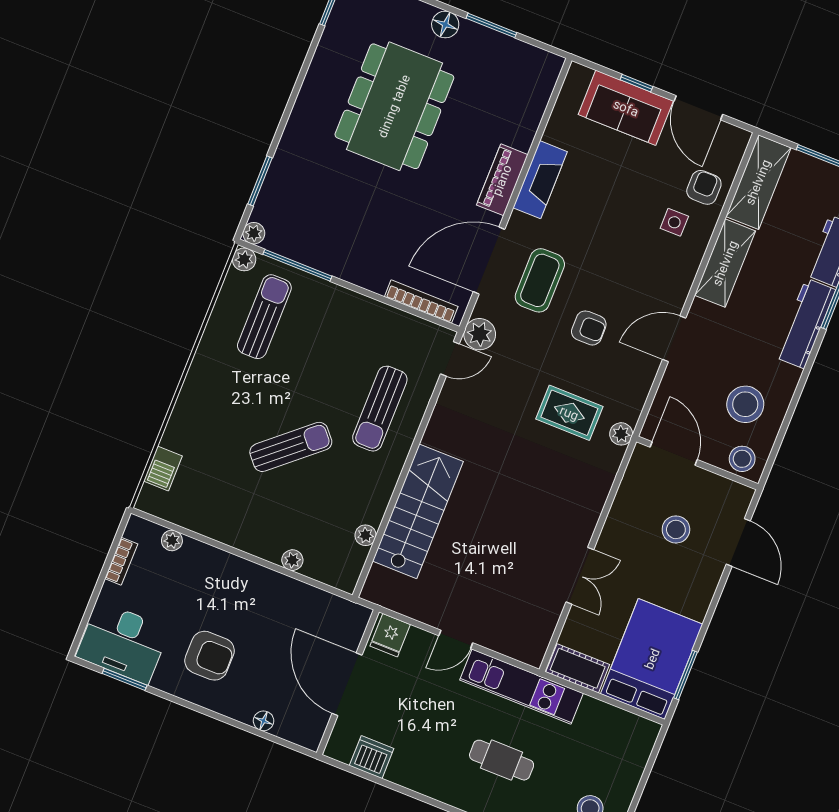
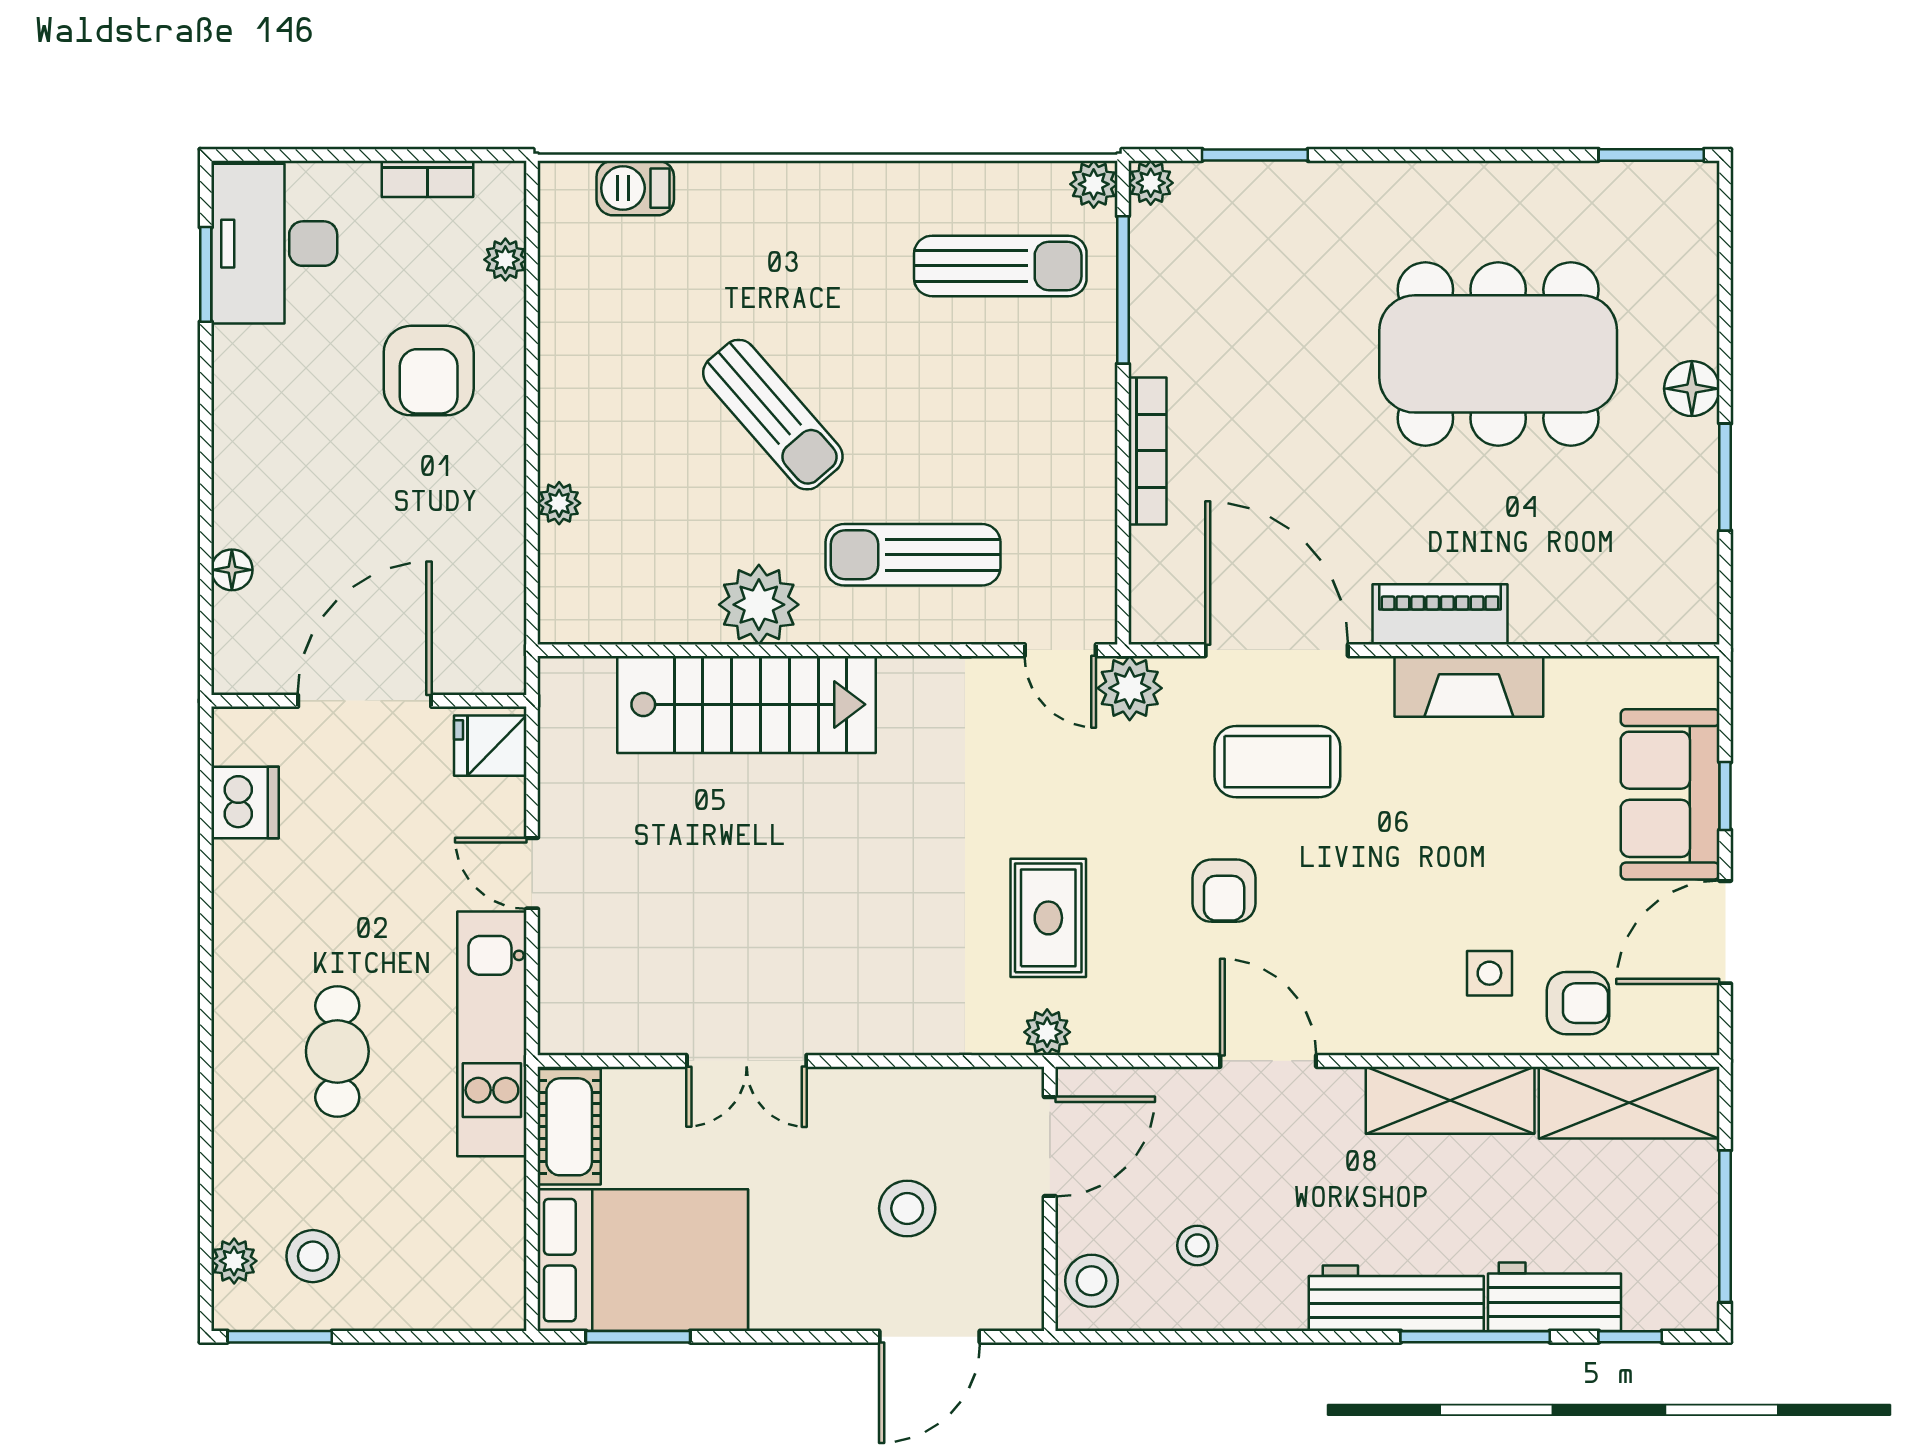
bookcase: (421, 302) -> (1147, 451), moved
stool: (745, 404) -> (1197, 1245), width x0.53, depth x0.53
plant: (365, 535) -> (759, 605), moved, width x1.87, depth x1.87
armchair: (210, 656) -> (429, 371), moved

